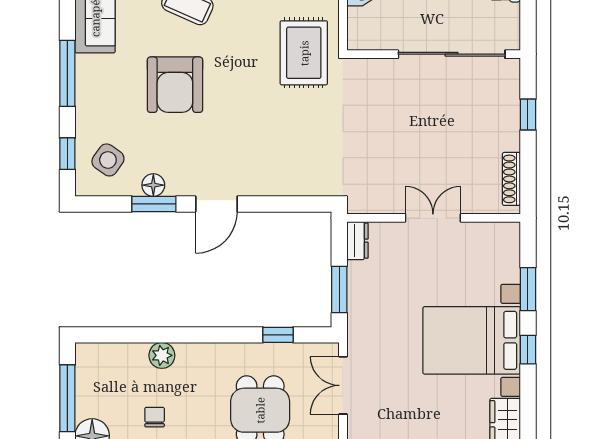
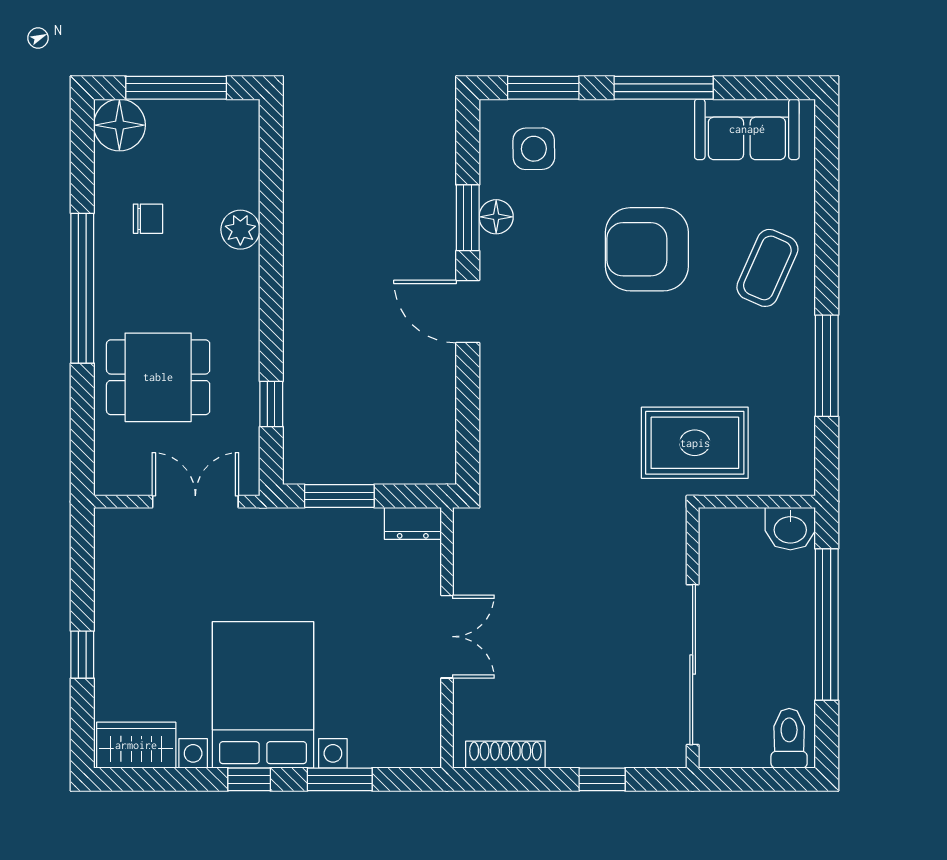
window: (67, 154) -> (543, 88), width x1.50
side table: (108, 160) -> (534, 149), turned -36

